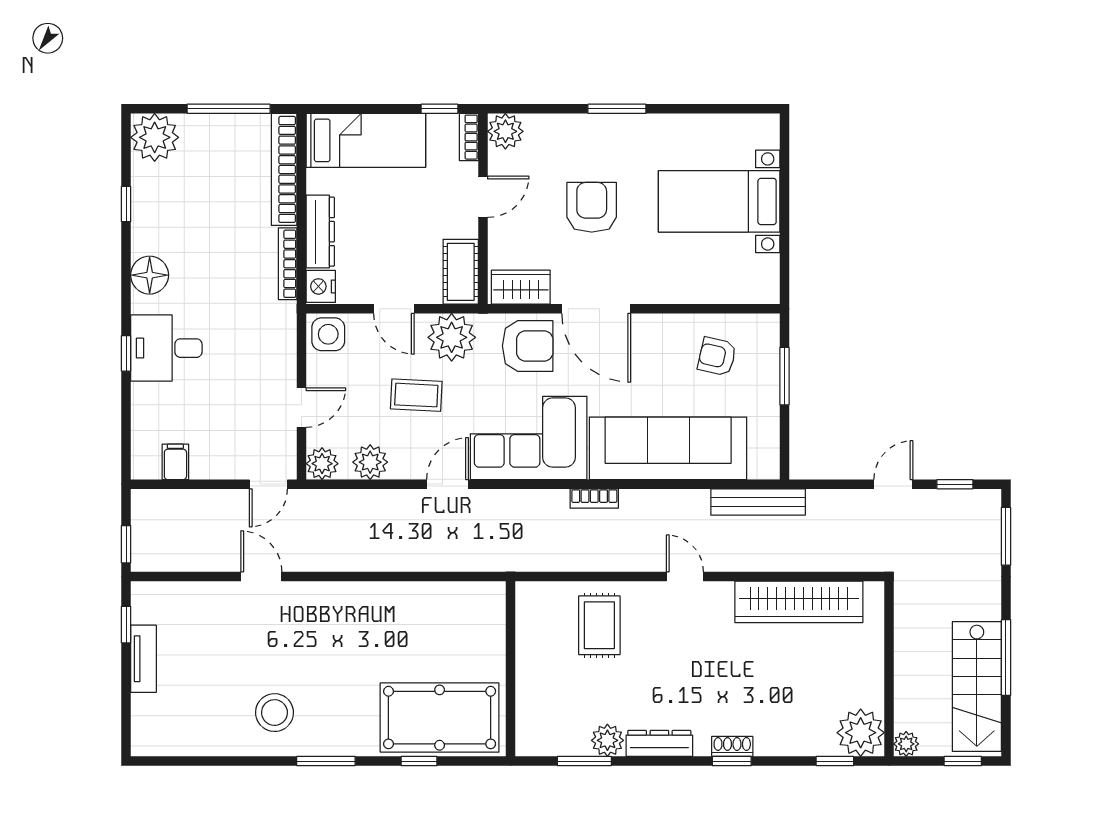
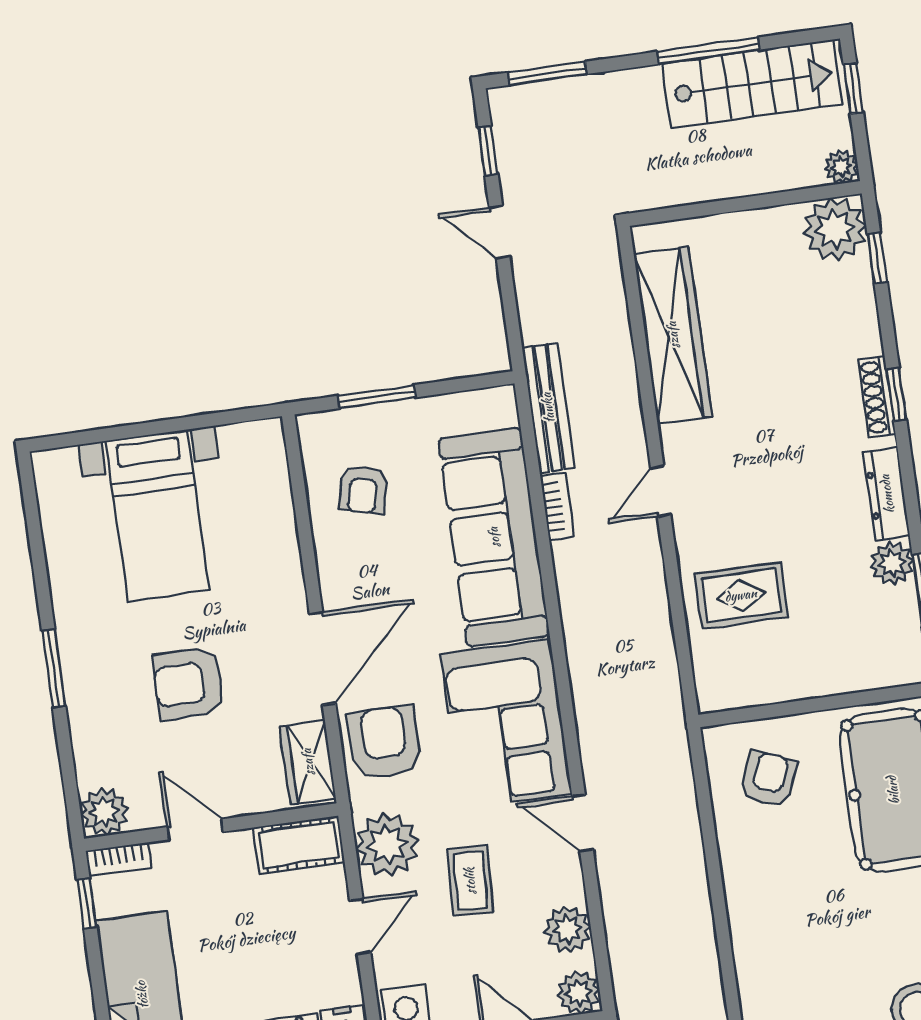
bookcase: (594, 498) -> (557, 507), moved
armchair: (460, 626) -> (769, 779), added
shoe rack: (732, 746) -> (877, 397), width x1.43

